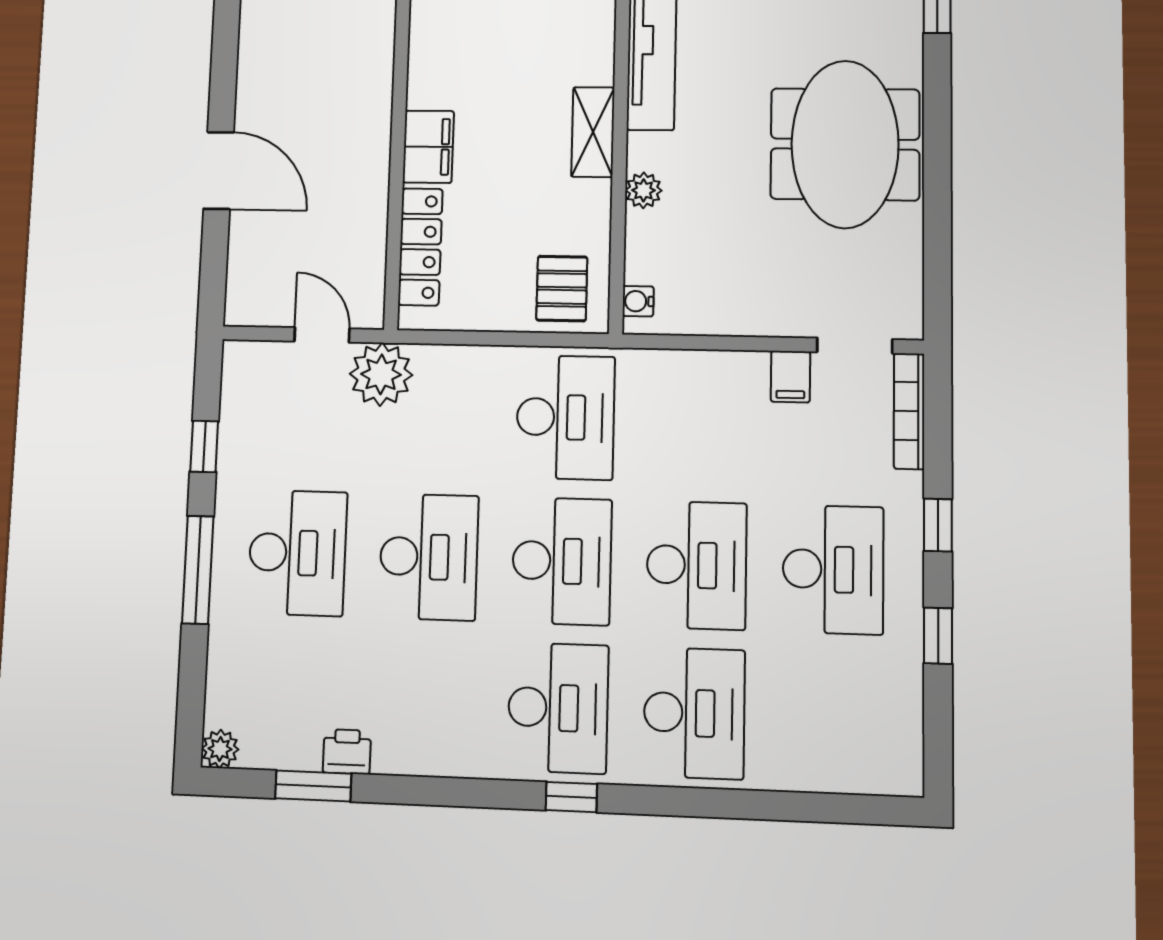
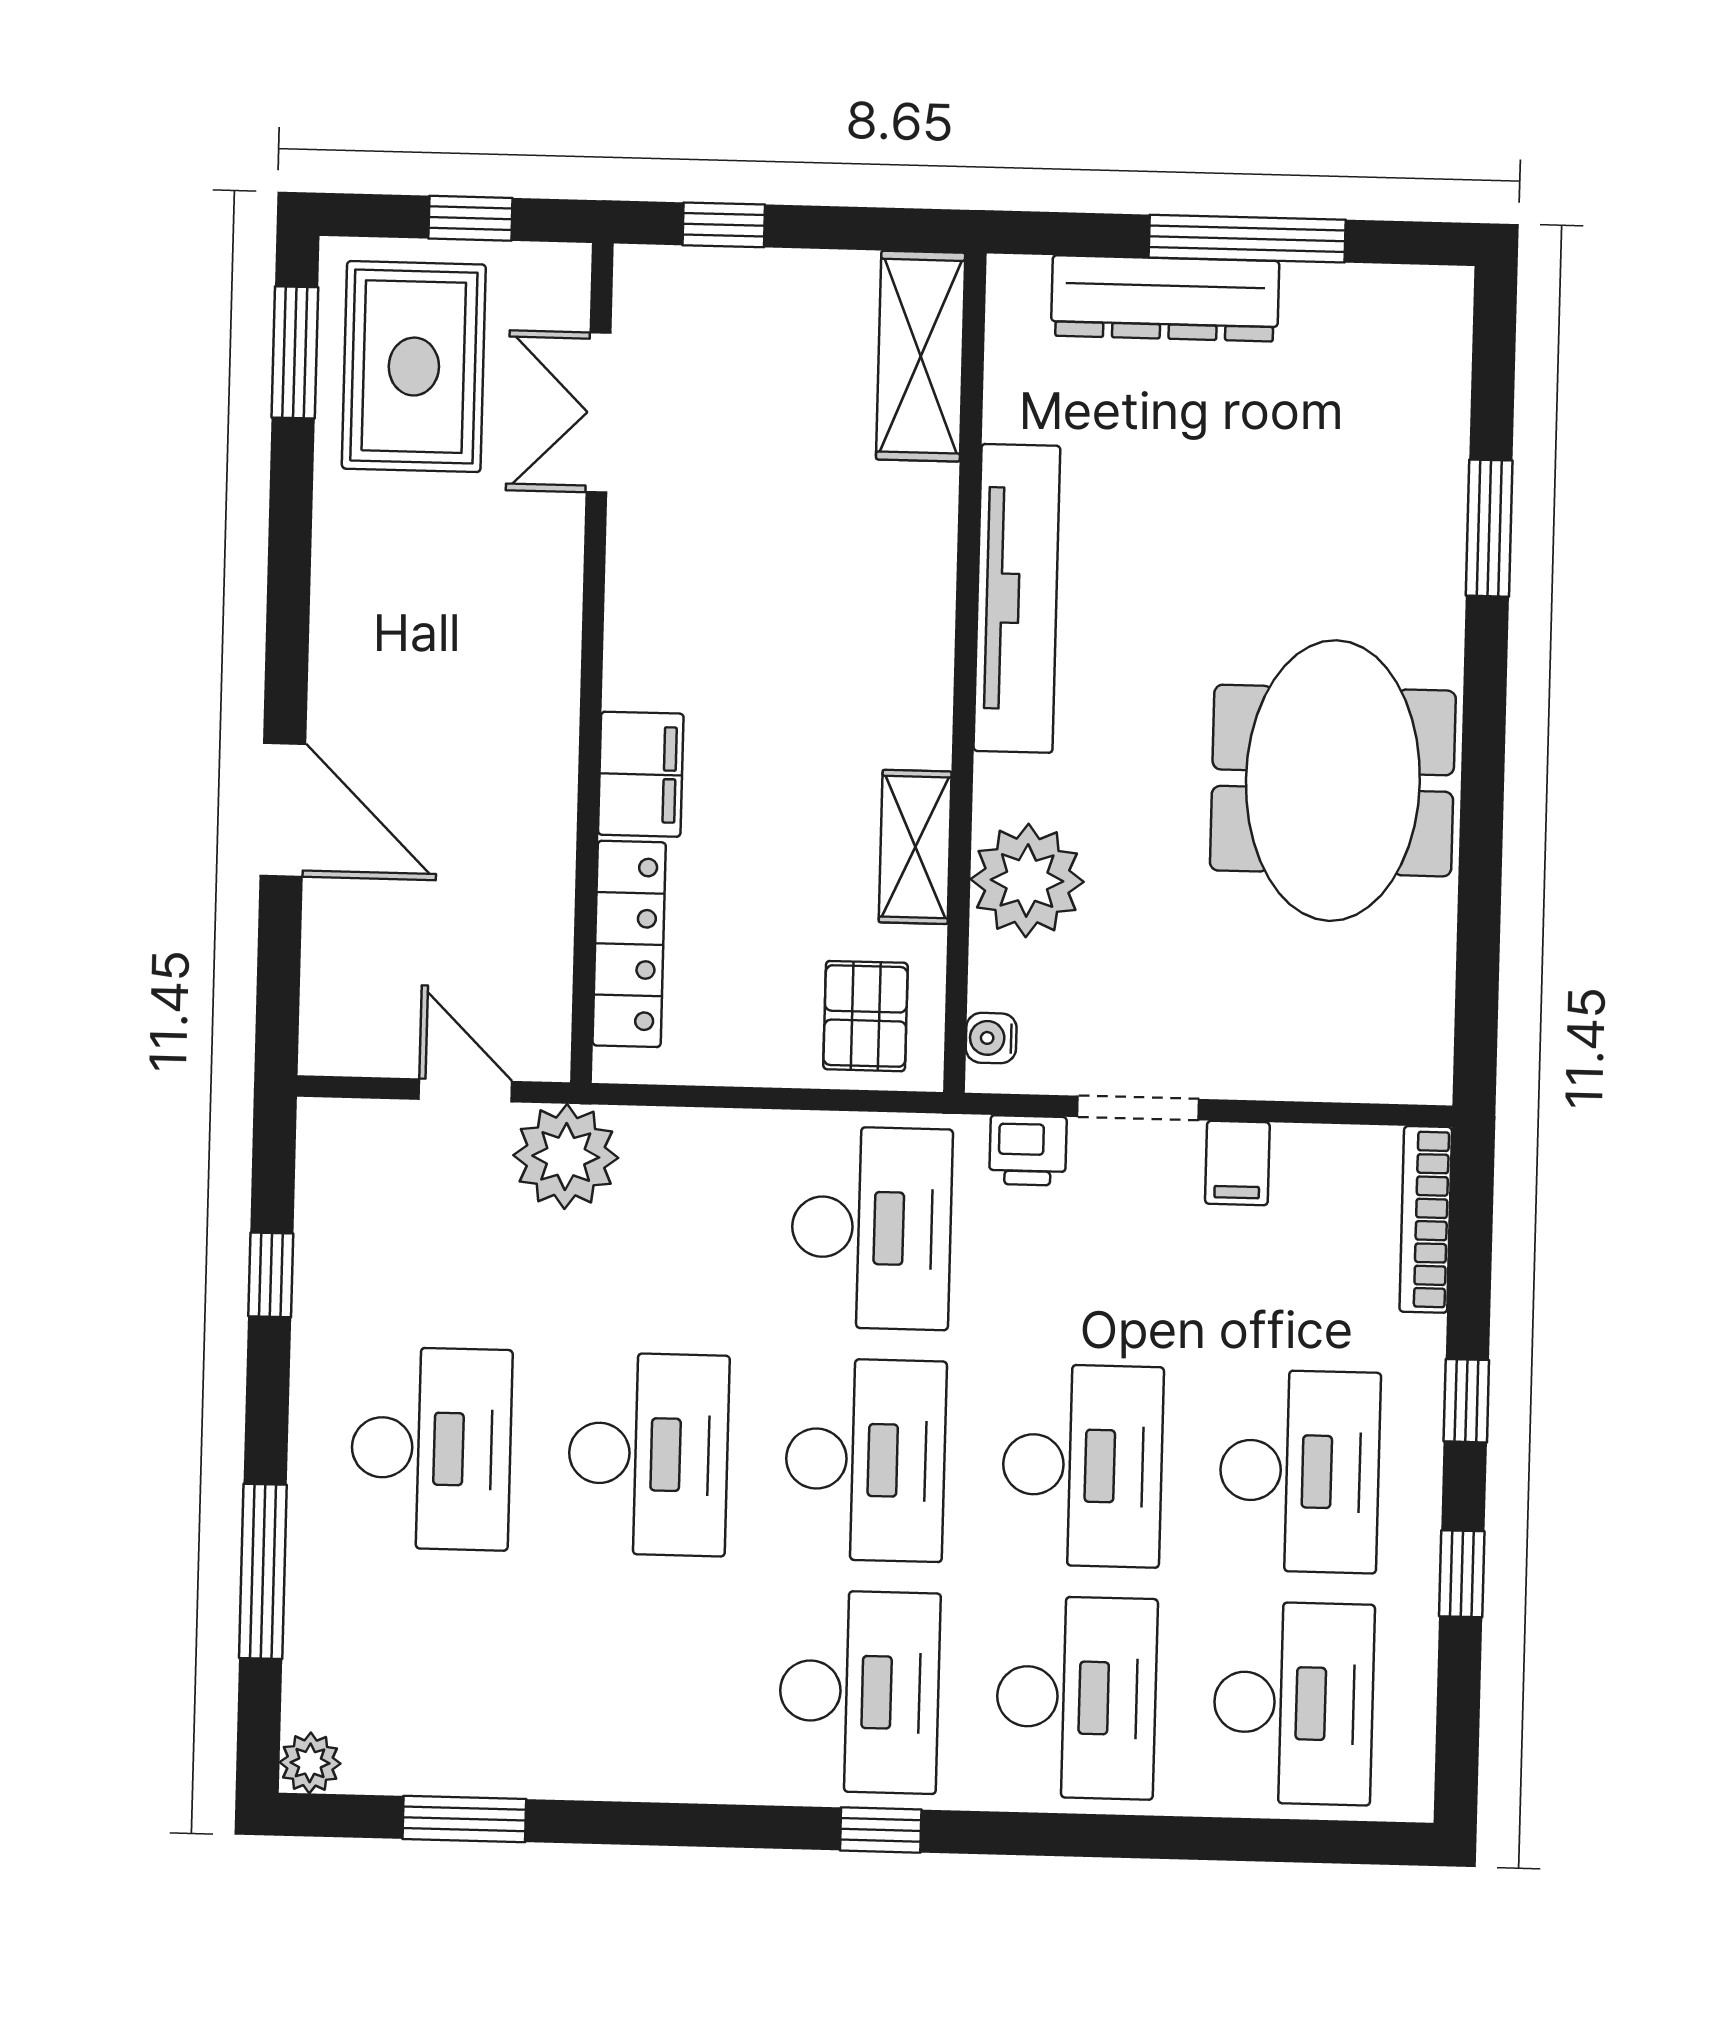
shelving: (593, 132) -> (915, 847), moved
plant: (644, 190) -> (1027, 881), width x1.88, depth x1.88
doorway: (855, 346) -> (1138, 1108), moved
window: (198, 570) -> (263, 1571), moved
desk: (832, 718) -> (1293, 1703), added
printer: (347, 752) -> (1028, 1150), moved, turned 180

